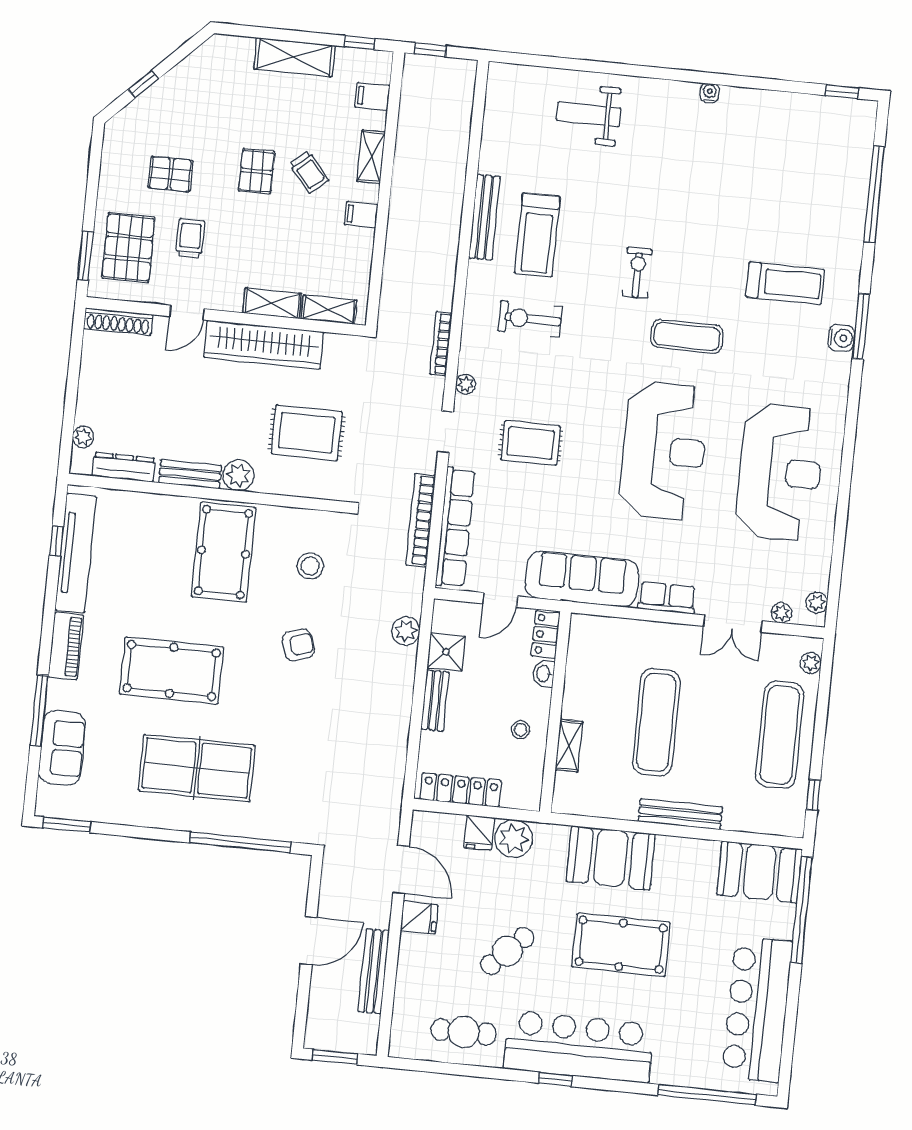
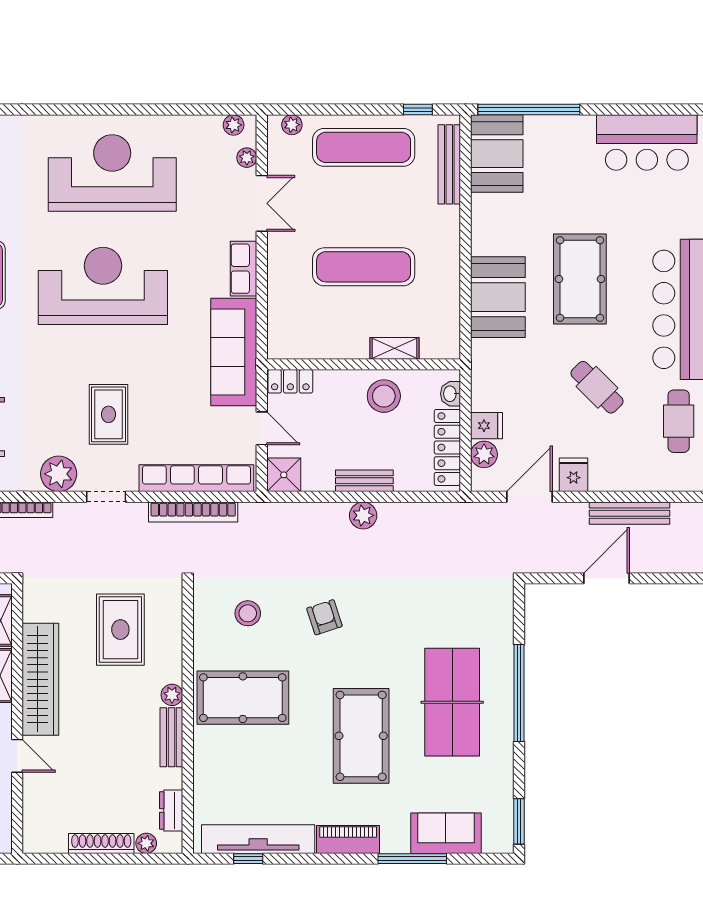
shoe rack: (118, 321) -> (101, 843), moved, turned -90
plant: (466, 384) -> (59, 474), width x1.88, depth x1.88
dresser: (124, 467) -> (171, 810), width x0.70
plant: (238, 475) -> (172, 695), width x0.73, depth x0.73
plant: (406, 631) -> (363, 515), moved
shower: (446, 652) -> (284, 475), moved
washbasin: (544, 674) -> (450, 394), moved, turned 90
stool: (521, 730) -> (384, 396), width x1.89, depth x1.89
bench: (680, 814) -> (449, 164), moved
plant: (514, 839) -> (484, 454), moved, width x0.73, depth x0.73
window: (240, 842) -> (519, 693), moved
door: (309, 941) -> (606, 578), hinge flipped
bar counter: (757, 1009) -> (647, 143), width x0.73

